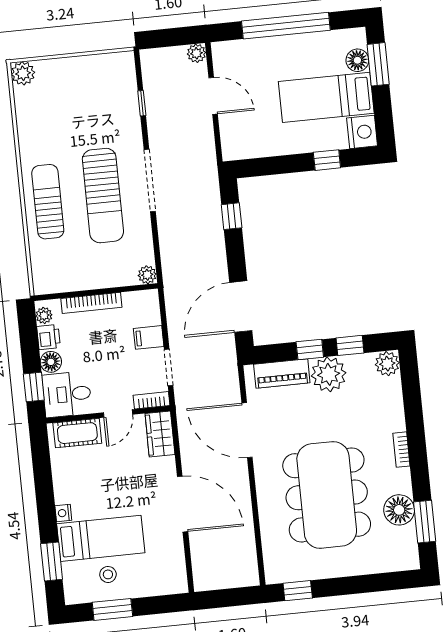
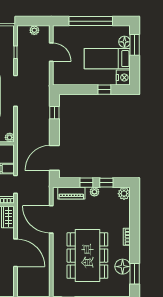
plant: (196, 53) -> (34, 30), moved
plant: (329, 374) -> (94, 192), width x0.53, depth x0.53

